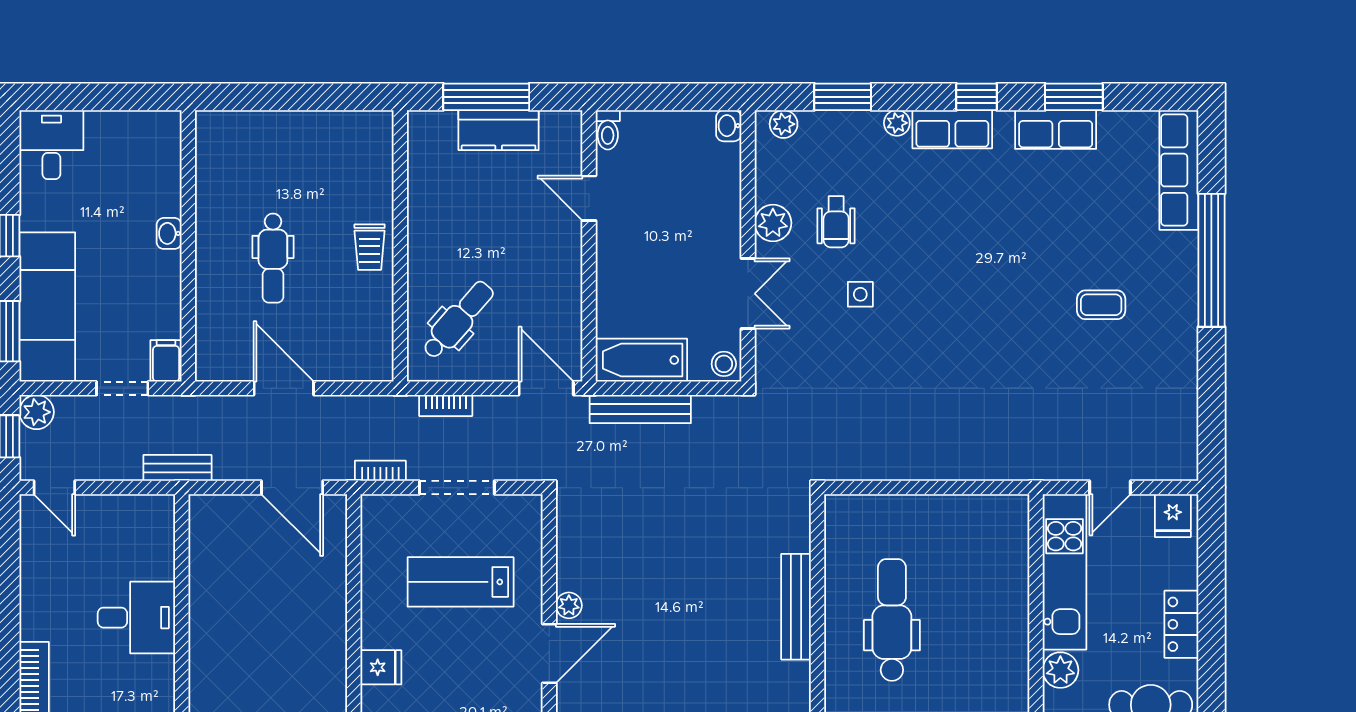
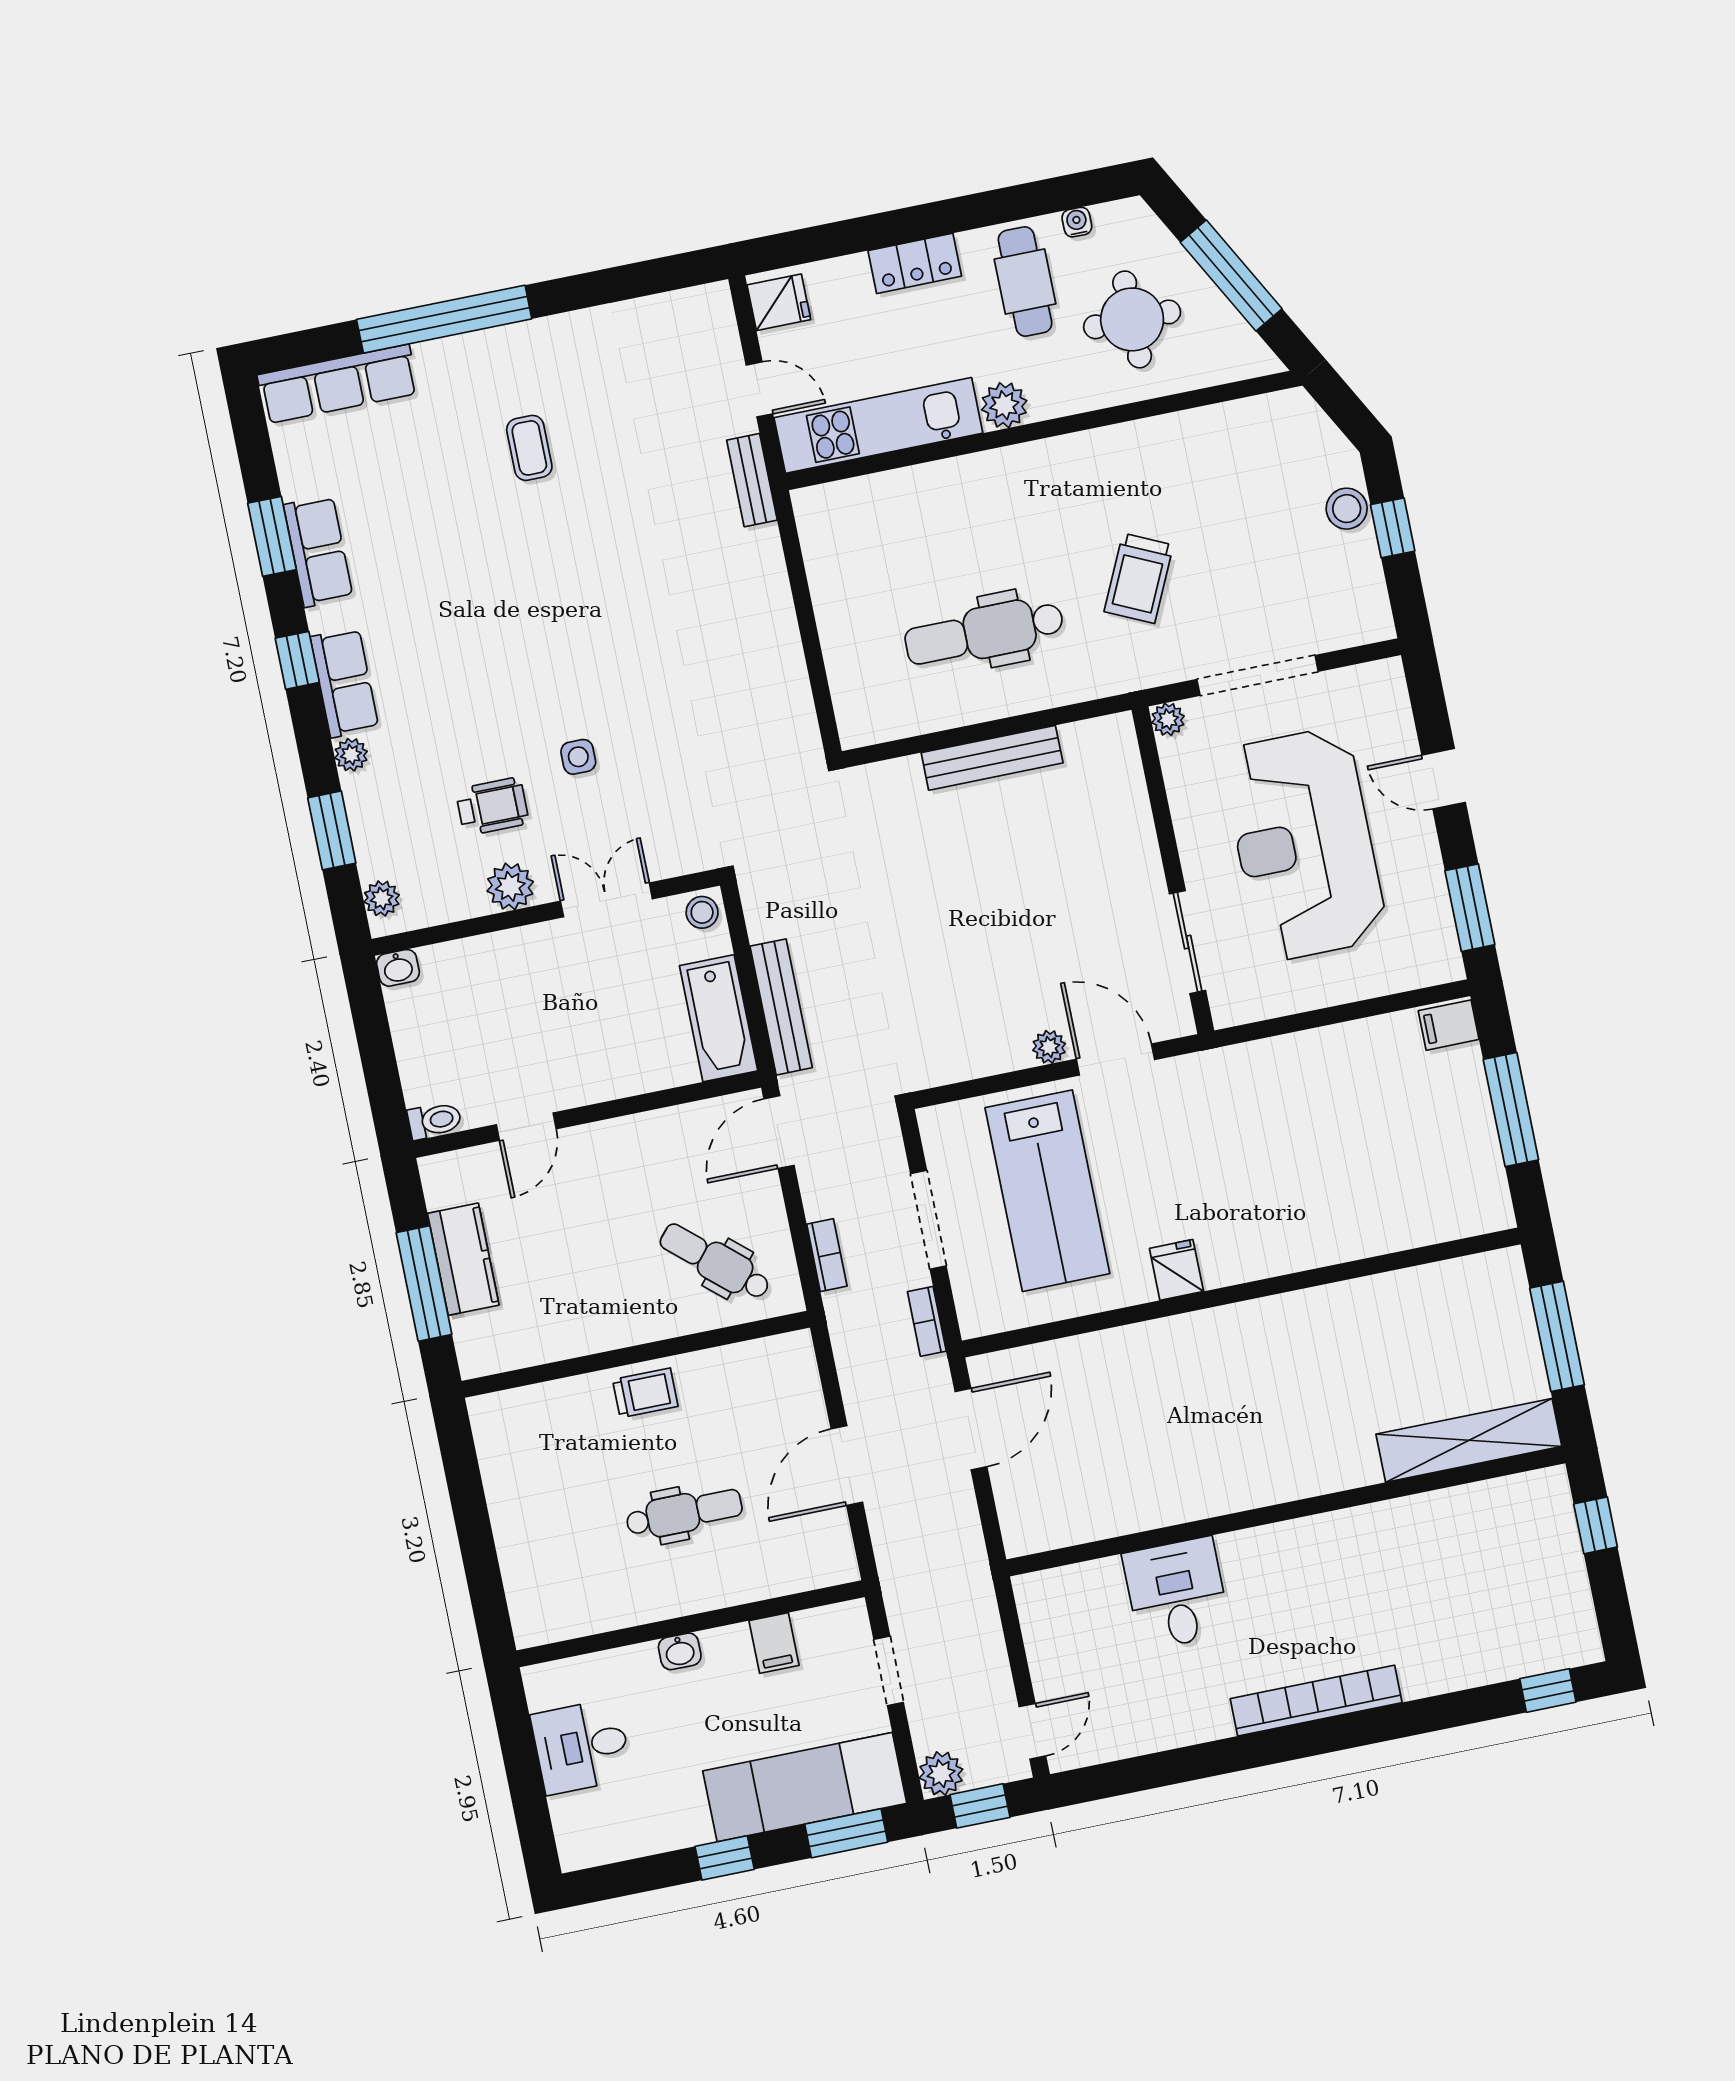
desk: (51, 145) -> (581, 1747), moved
filing cabinet: (166, 361) -> (774, 1643), moved, turned -90
bench: (177, 468) -> (752, 480), moved
lab bench: (461, 582) -> (1047, 1191), width x1.36, depth x1.39

